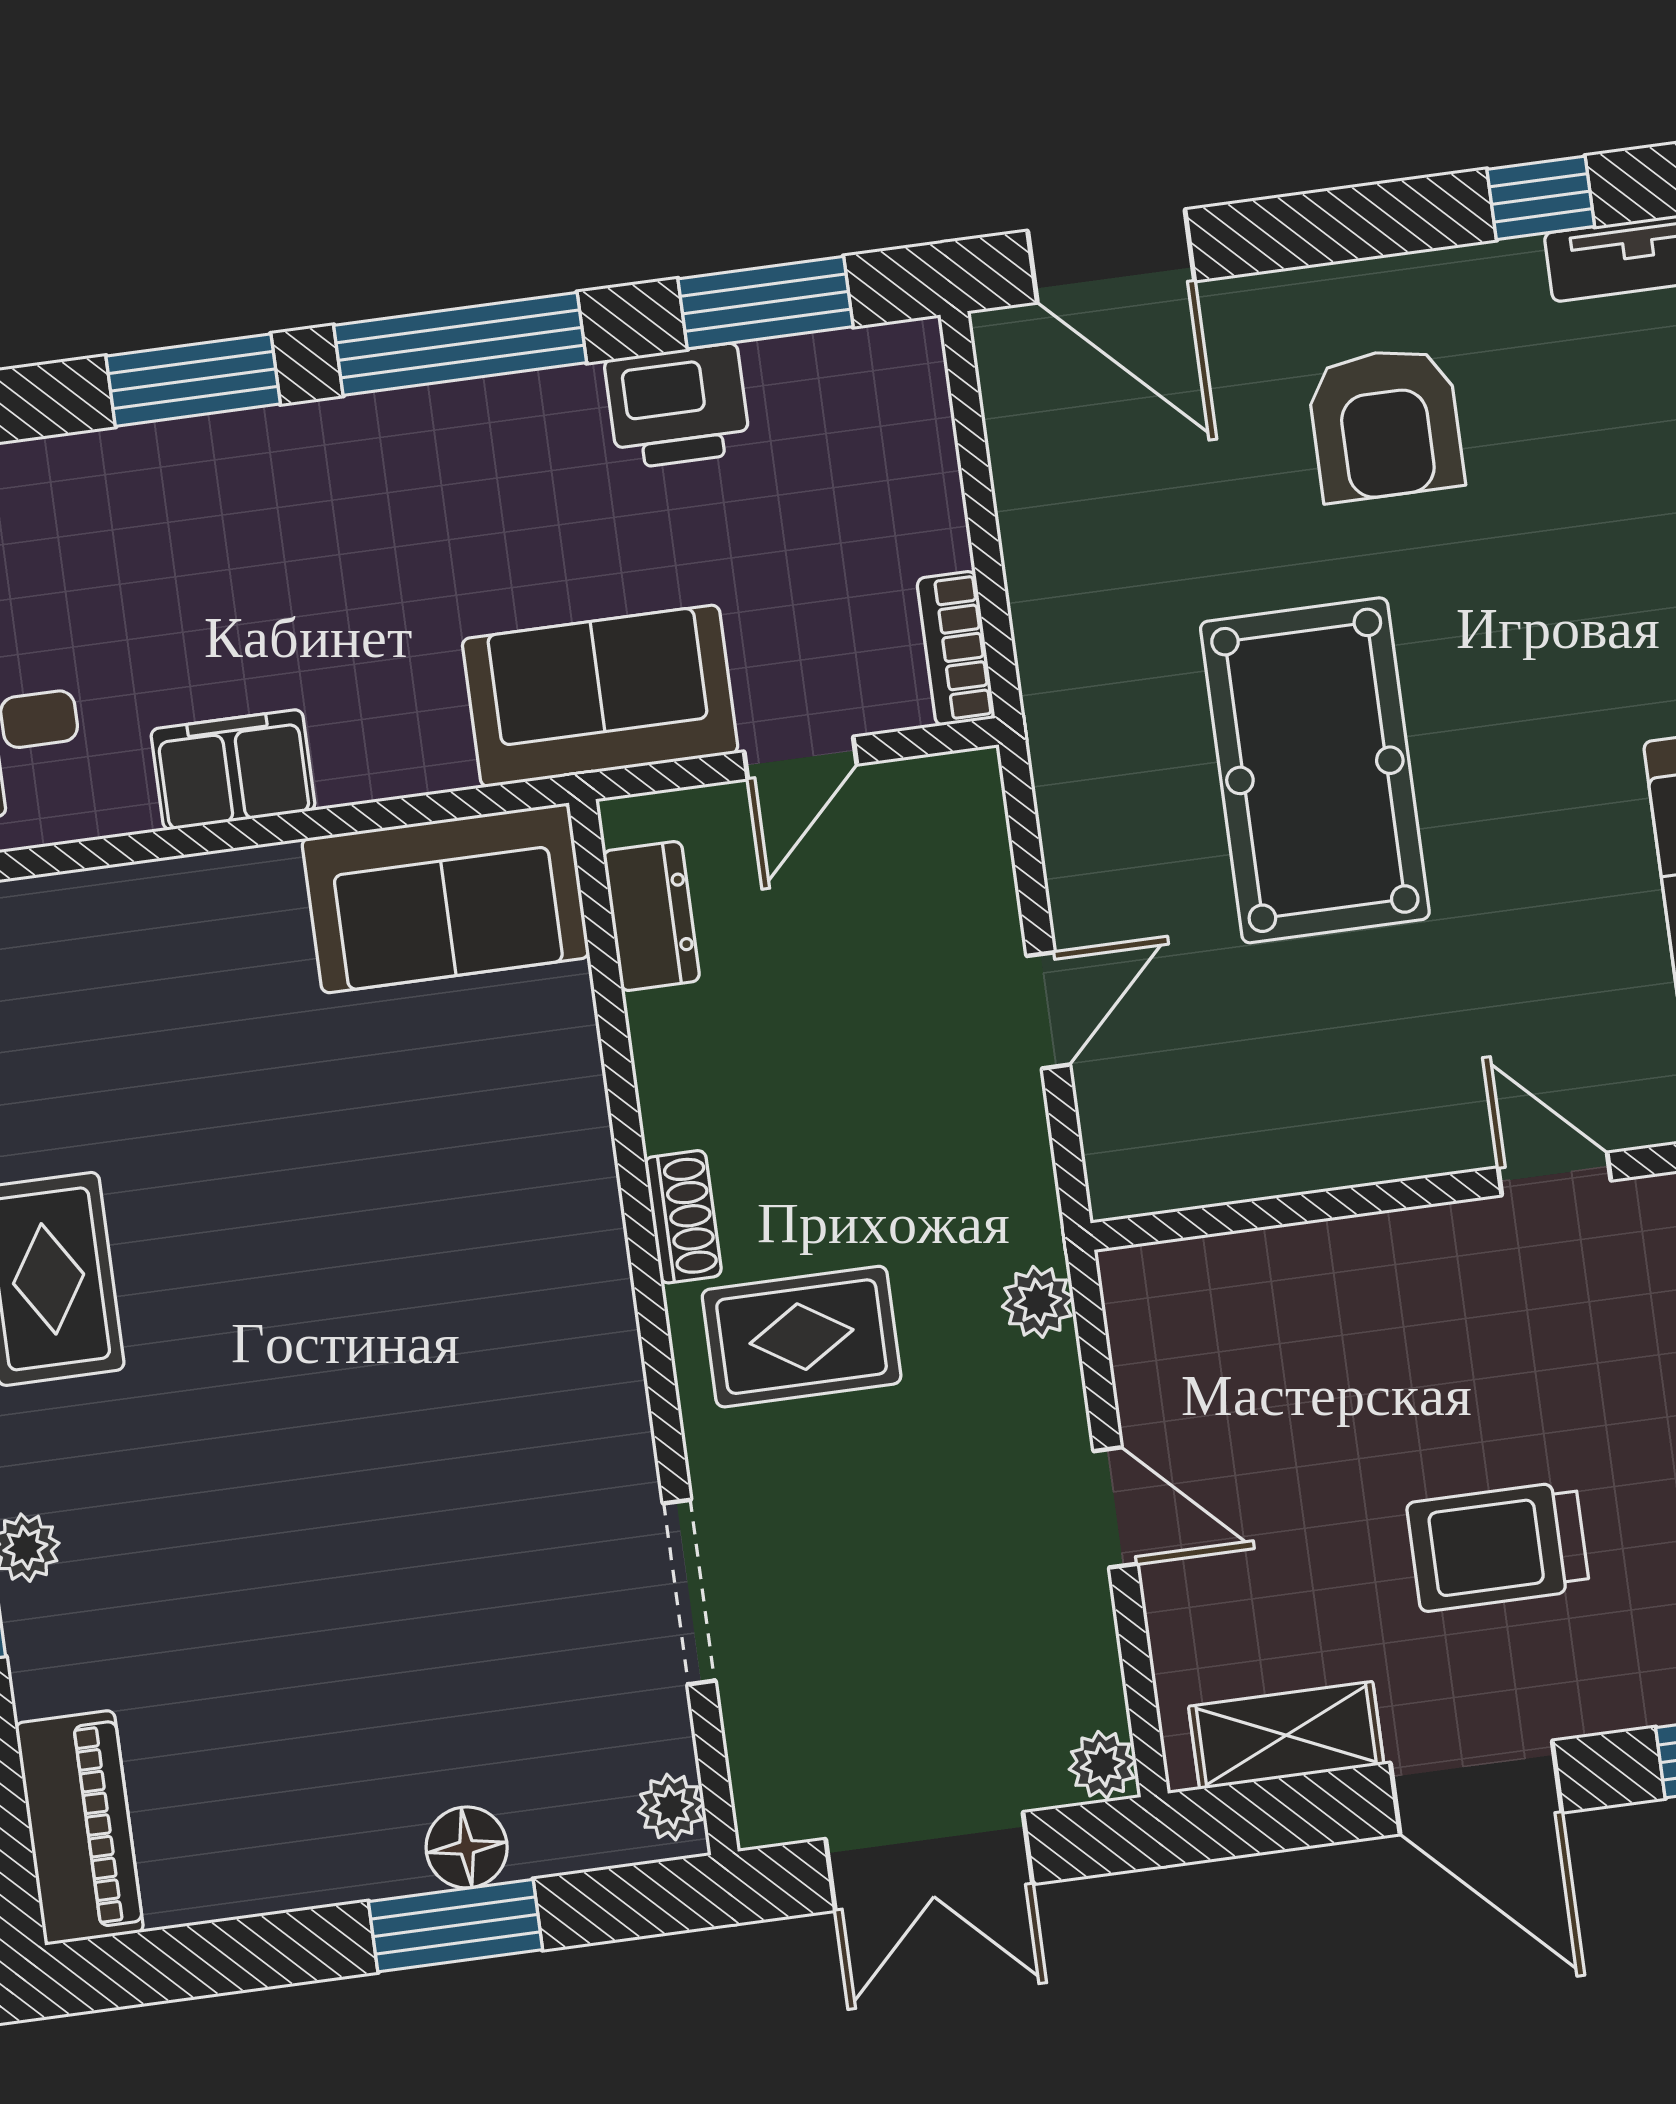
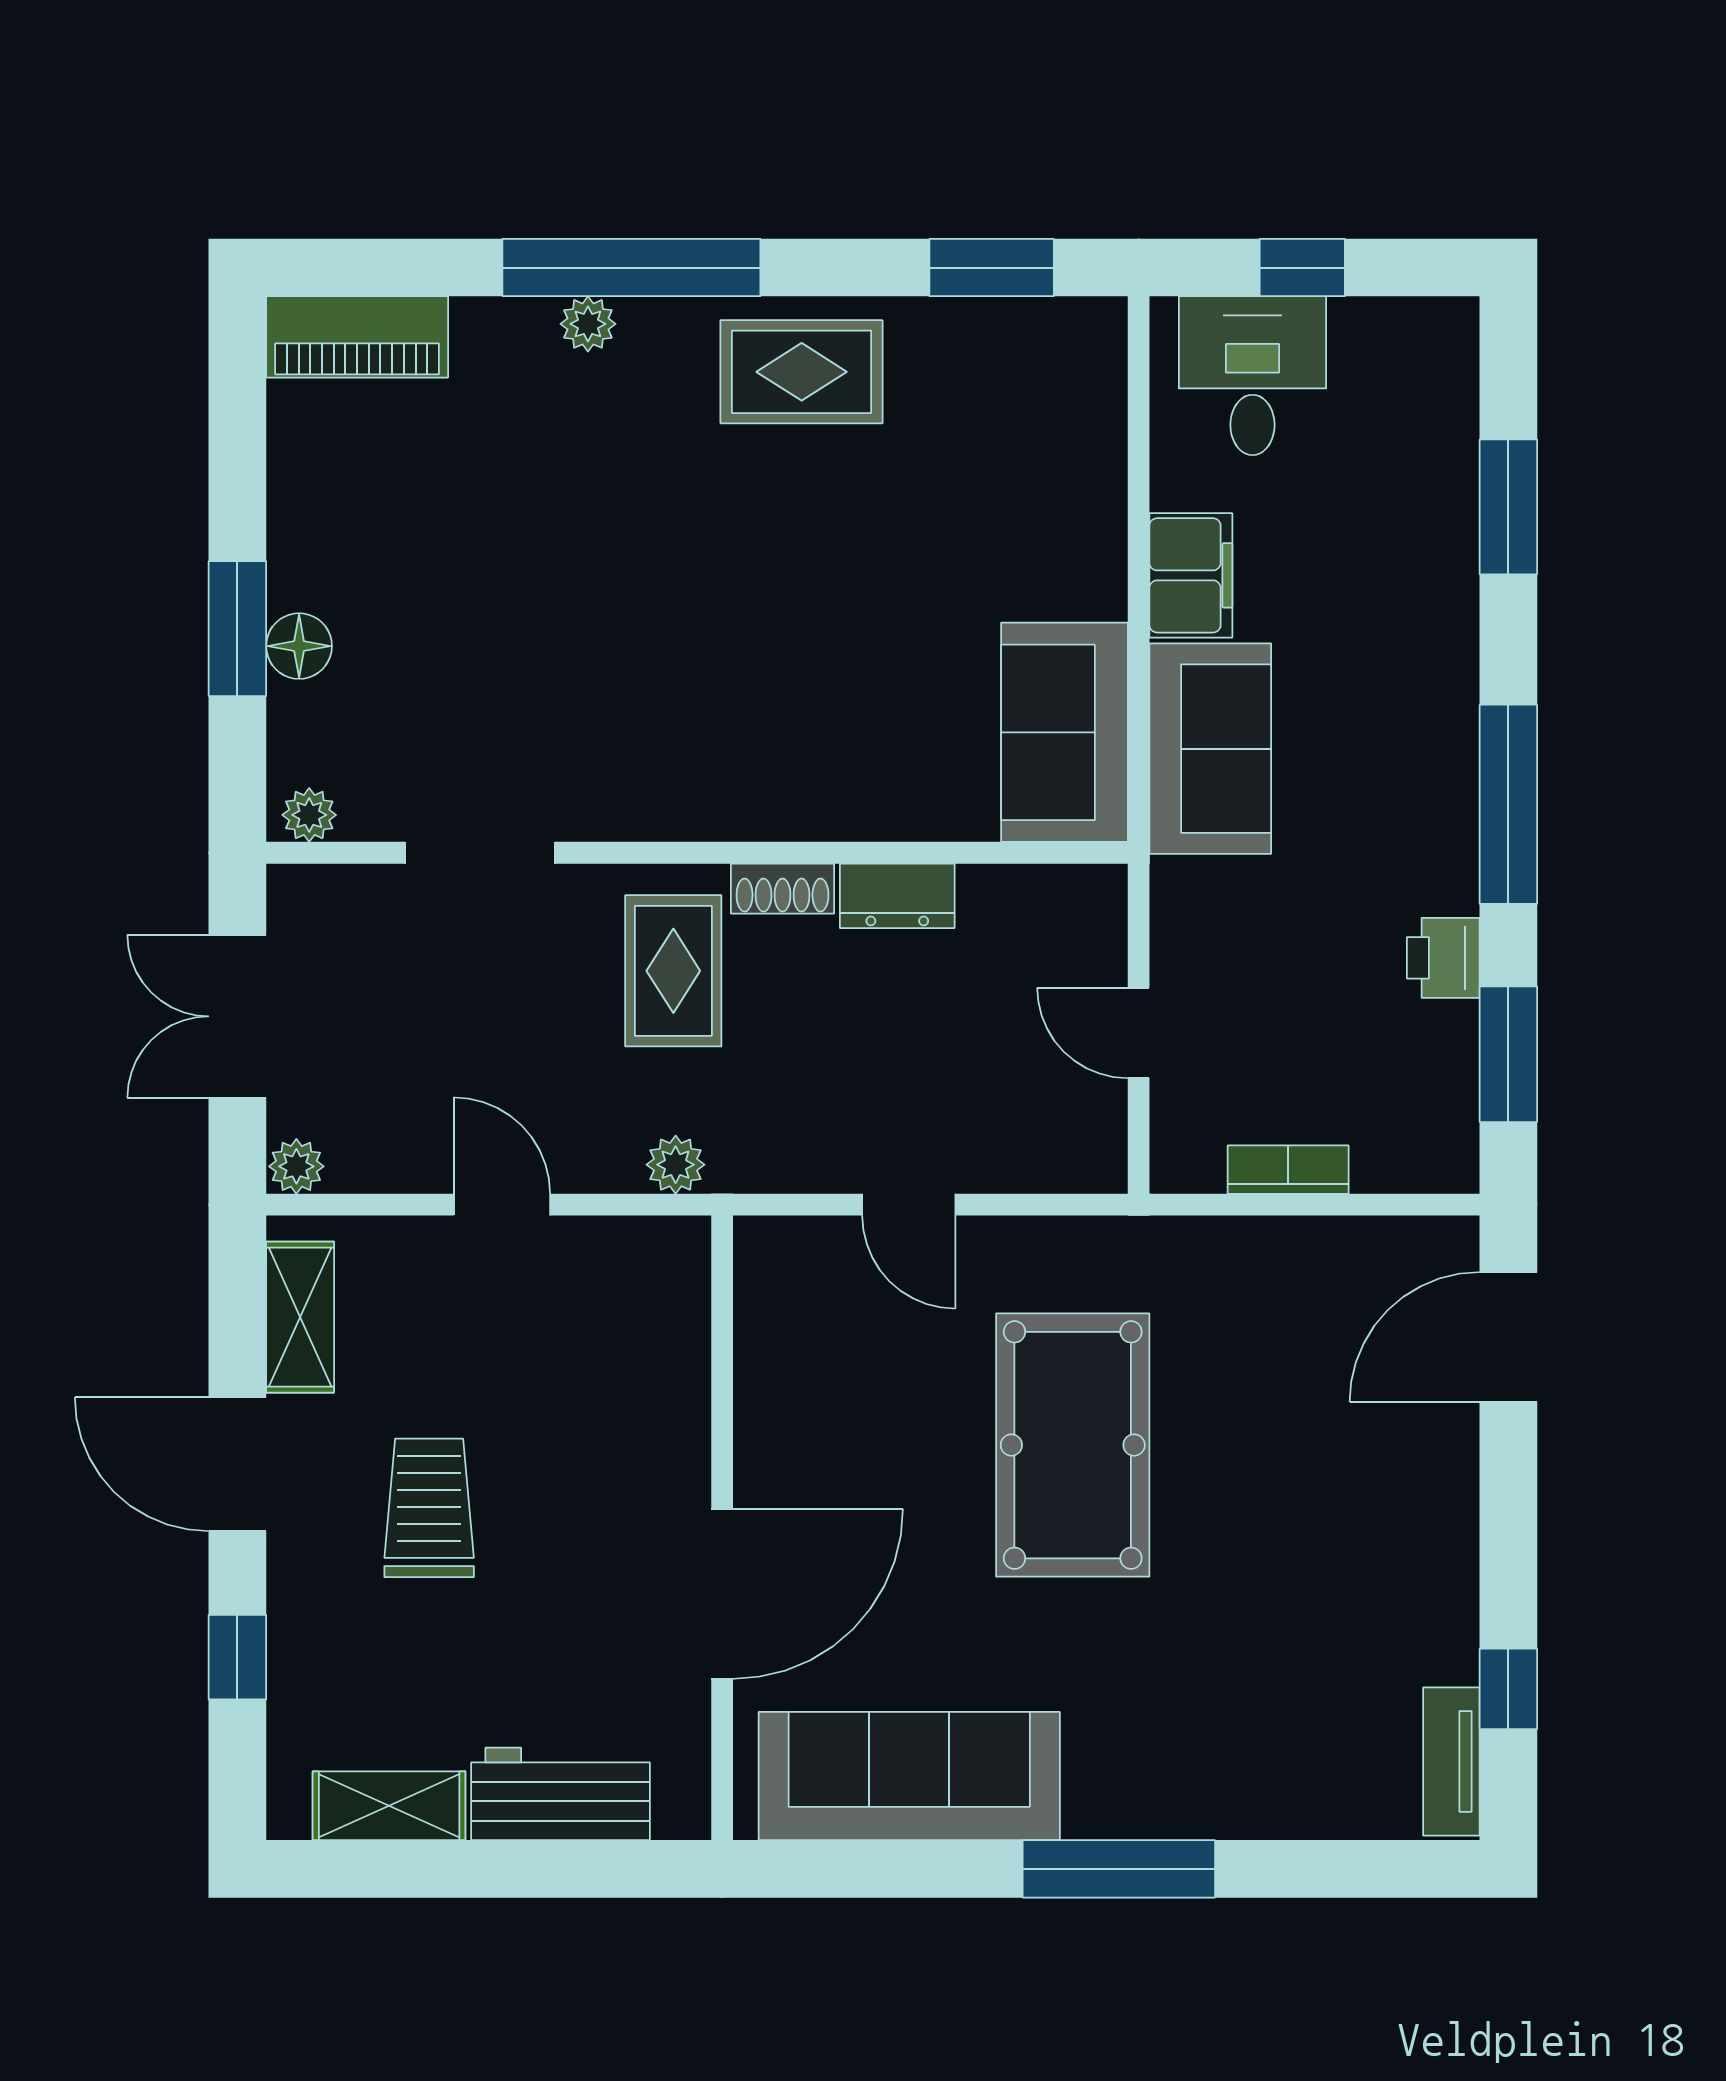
window: (193, 380) -> (1508, 507), moved
printer: (678, 406) -> (1443, 958), width x0.73, depth x0.81
armchair: (1385, 424) -> (1344, 1539), removed
bookcase: (956, 648) -> (1288, 1170), moved
sofa: (600, 696) -> (1210, 749), moved
pool table: (1315, 770) -> (1073, 1445), turned 90
dresser: (651, 916) -> (897, 896), moved
door: (1555, 1174) -> (722, 1594), width x1.88
door: (1115, 1507) -> (502, 1205), swing flipped
door: (1476, 1788) -> (237, 1464), hinge flipped

